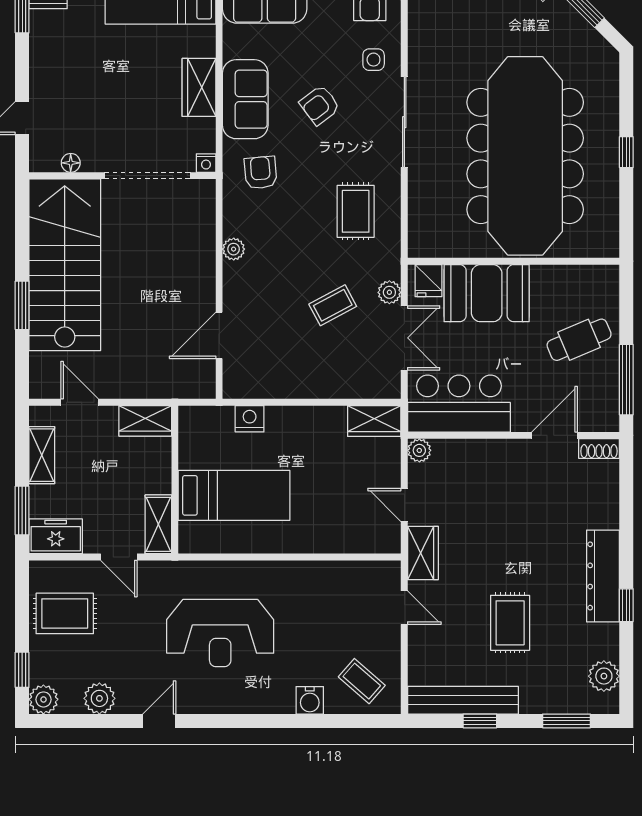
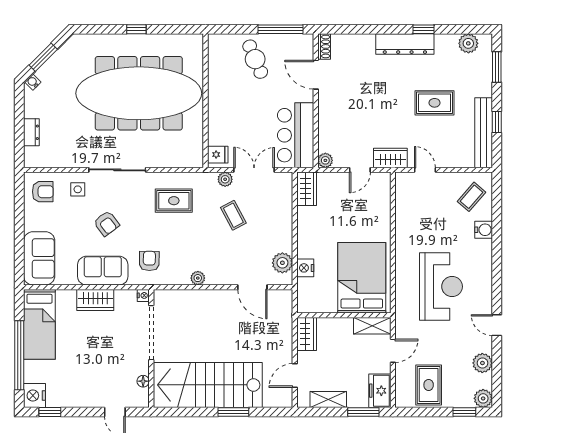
armchair: (261, 173) -> (149, 261), turned 96
booth: (487, 293) -> (226, 118), removed
plant: (258, 383) -> (282, 263), added
bed: (234, 495) -> (362, 278), width x1.50
door: (404, 608) -> (425, 170), hinge flipped

